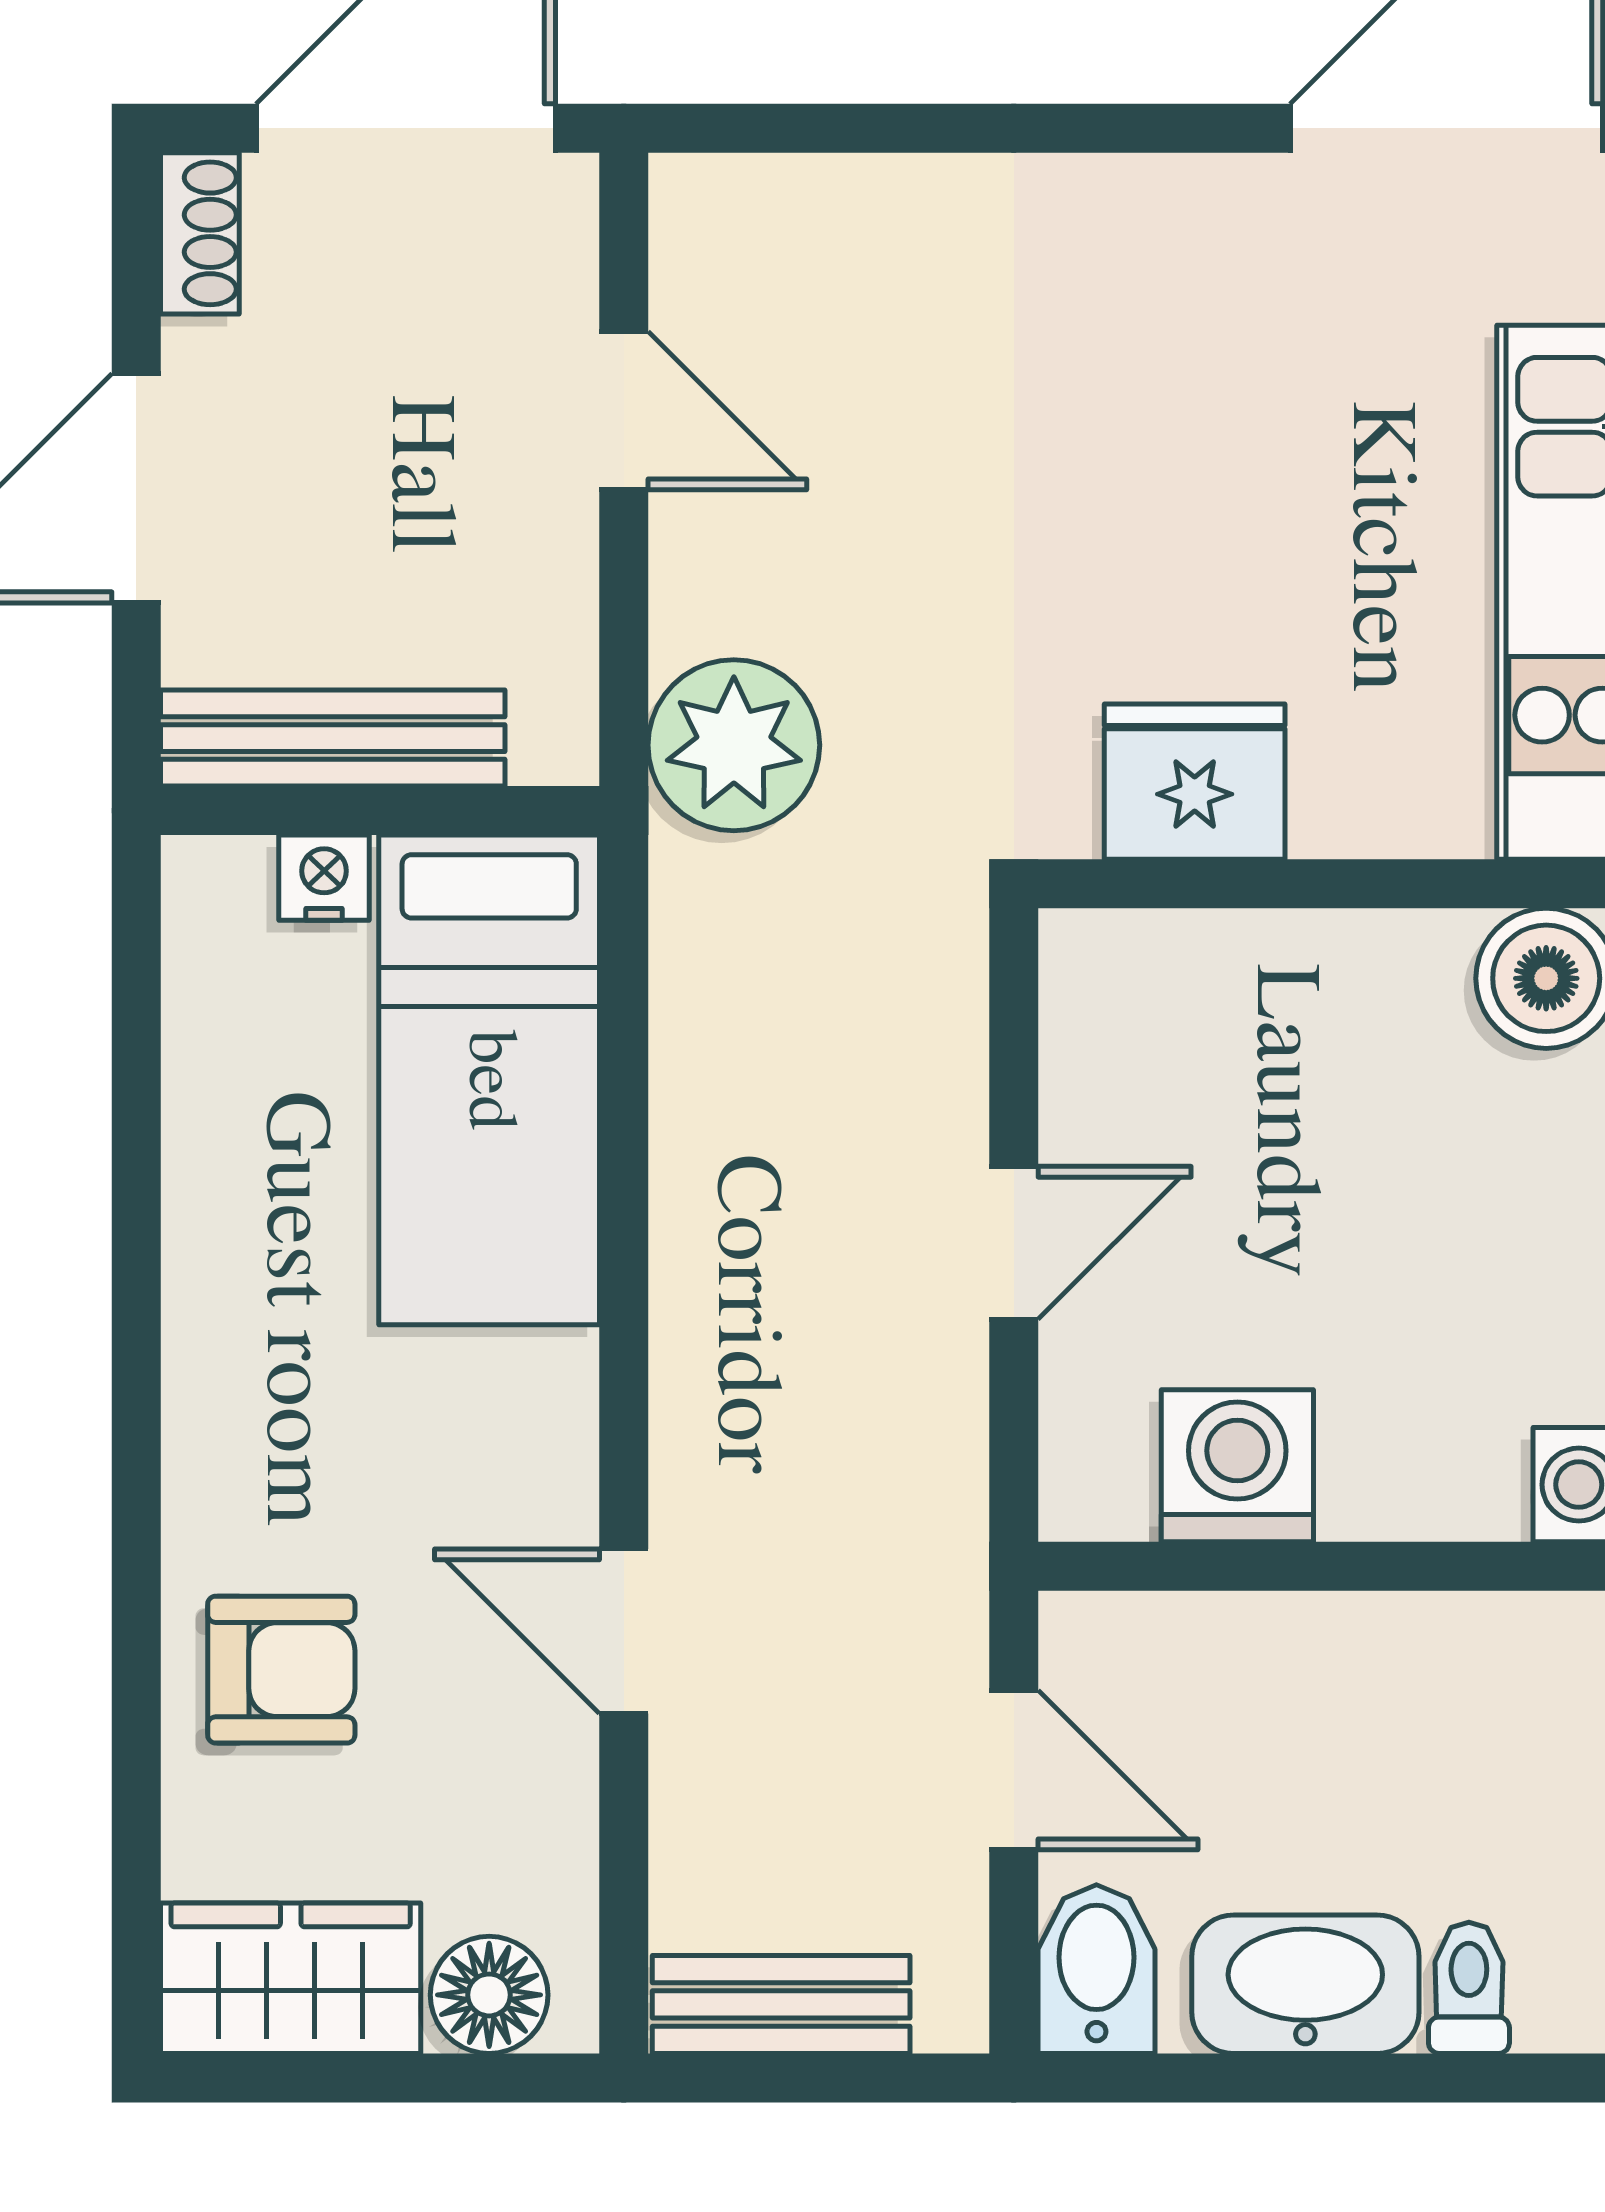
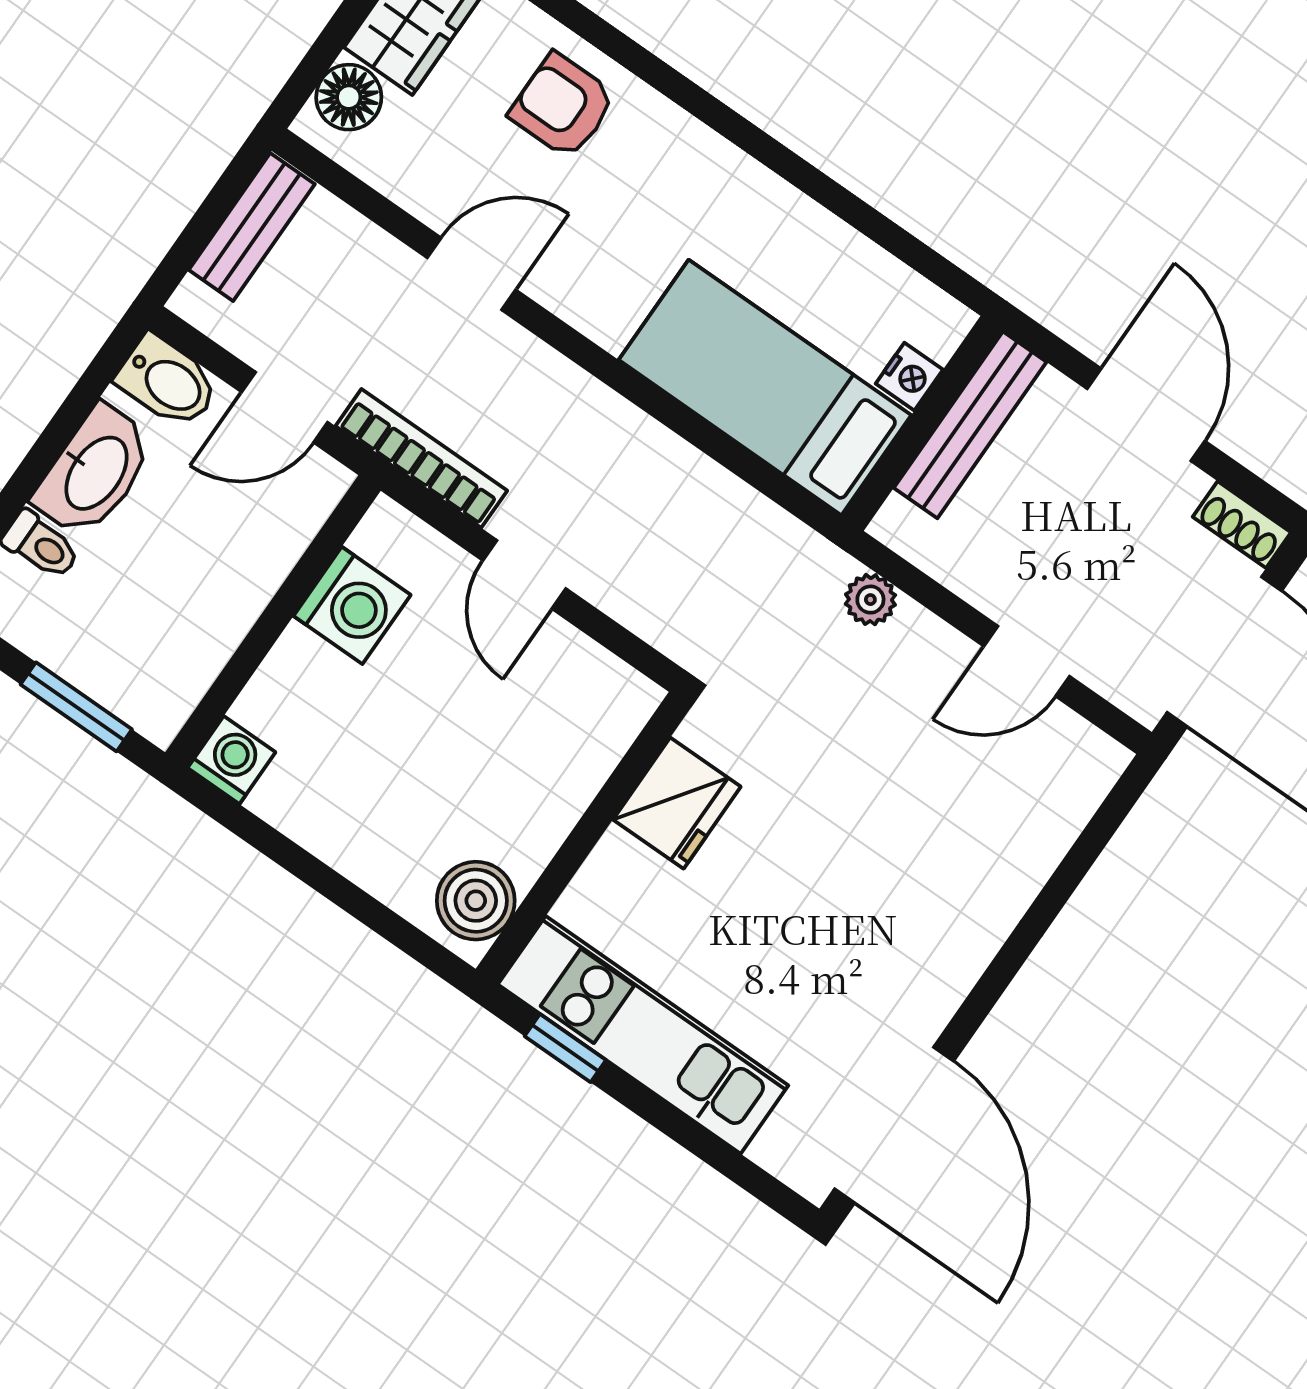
plant: (734, 745) -> (870, 600), width x0.53, depth x0.53
bookcase: (948, 1515) -> (421, 458), added
armchair: (281, 1670) -> (563, 106), turned 90

